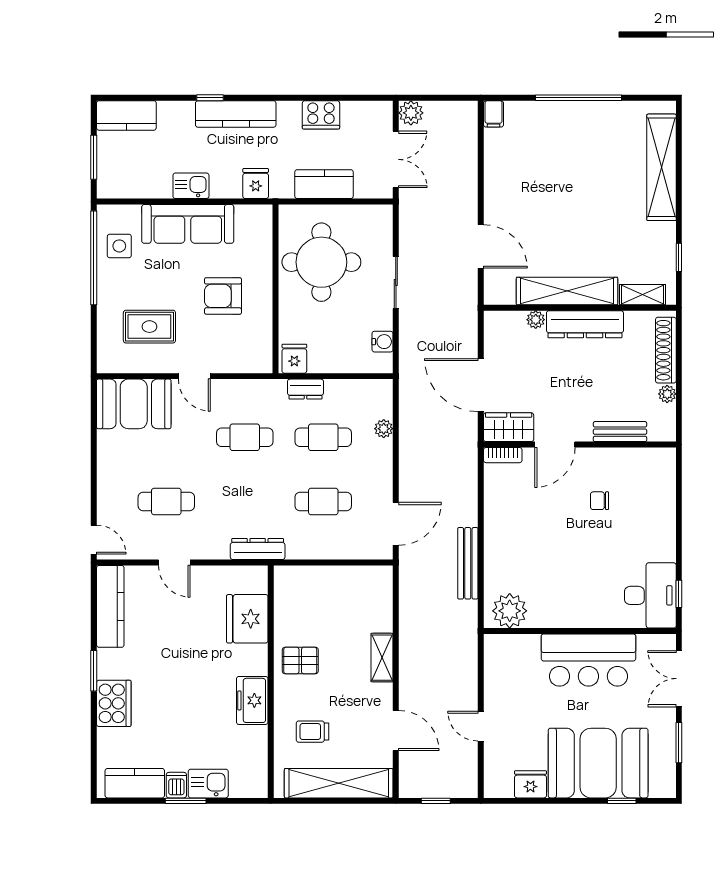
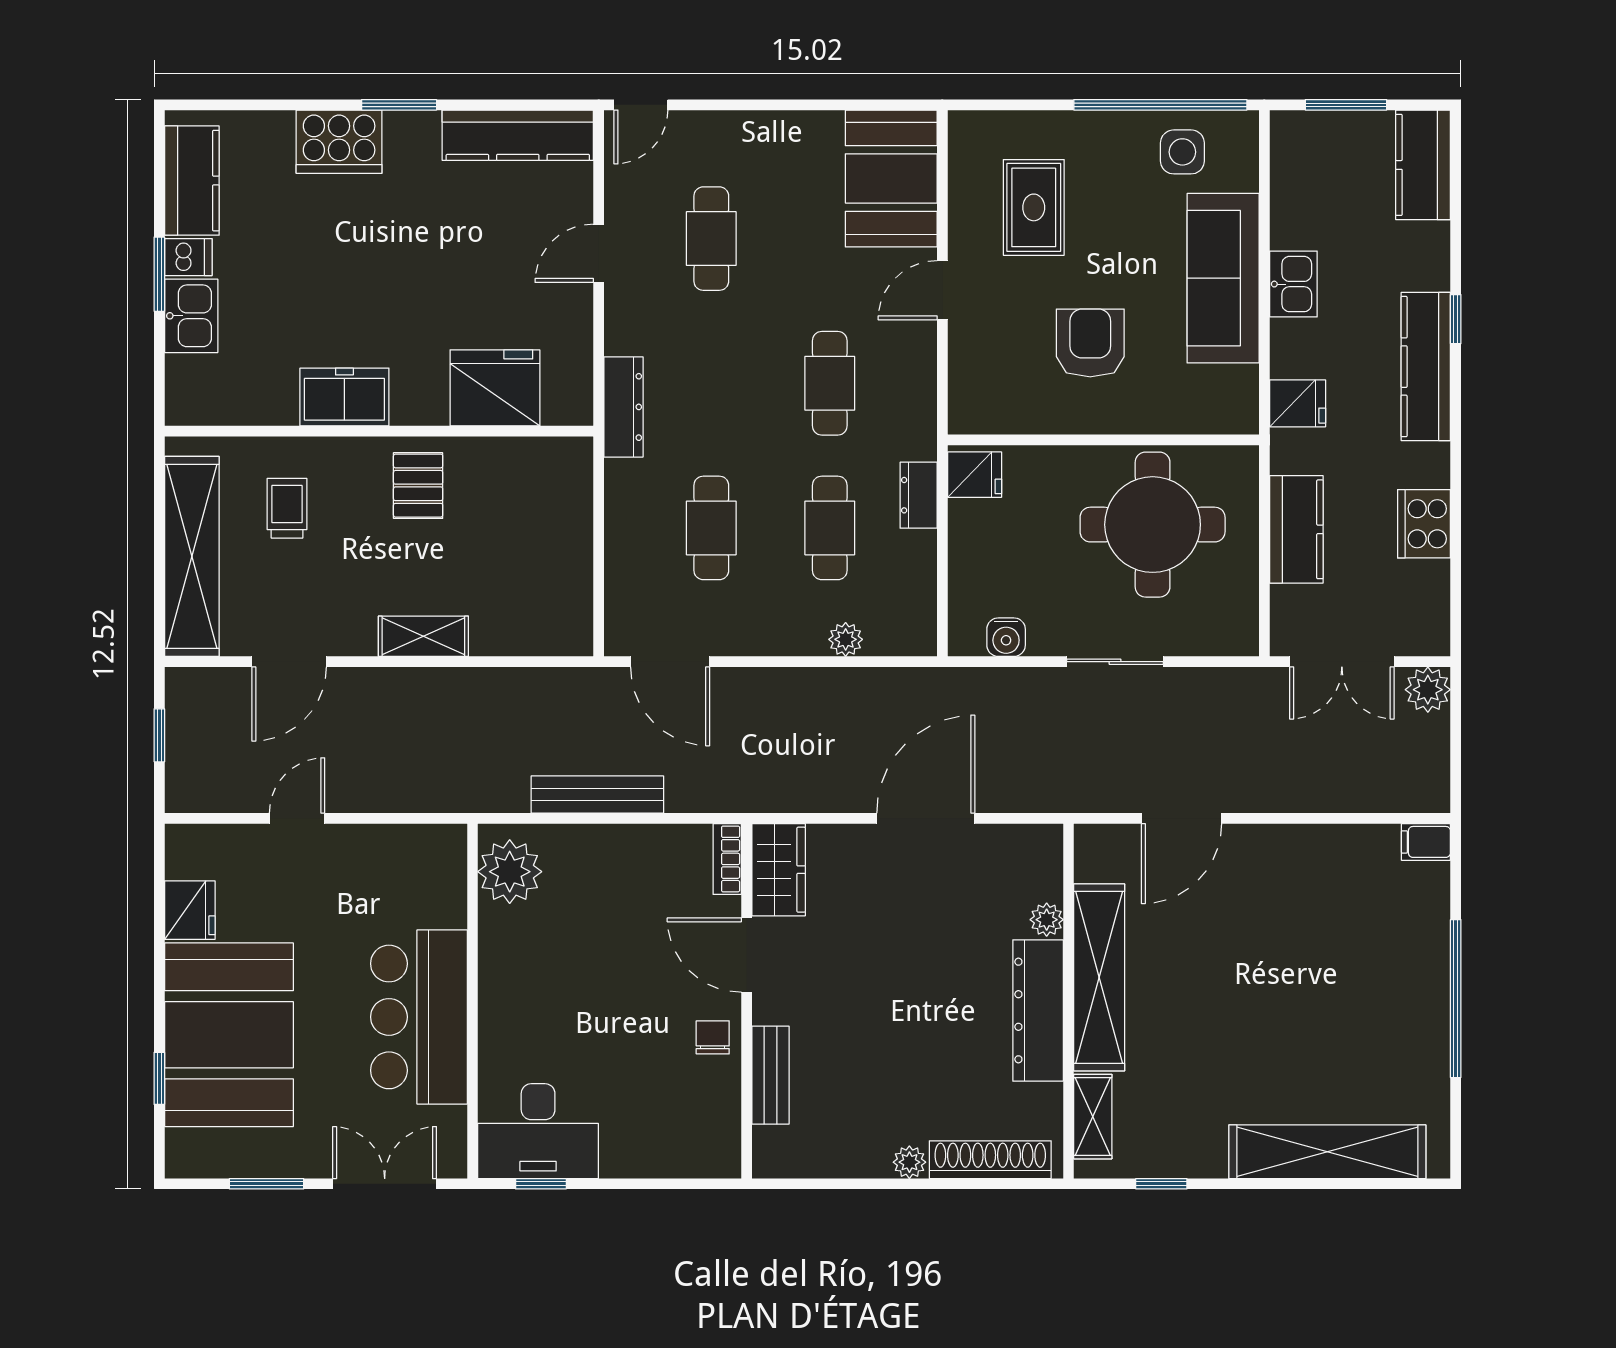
wardrobe: (509, 427) -> (779, 870), moved
bench: (620, 432) -> (771, 1075), moved
door: (555, 445) -> (747, 955), moved
wall: (580, 445) -> (747, 1001), moved
bookcase: (503, 455) -> (727, 859), moved

